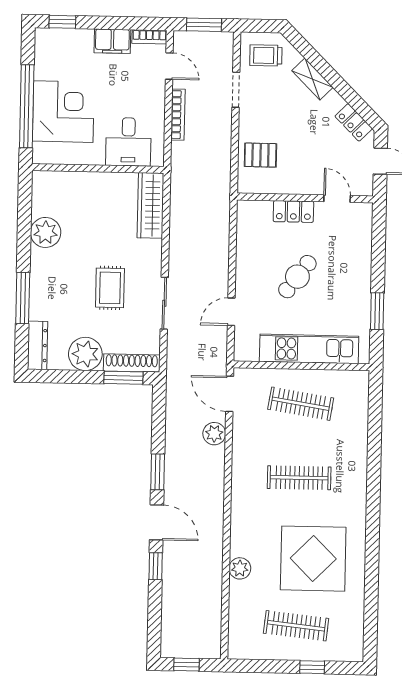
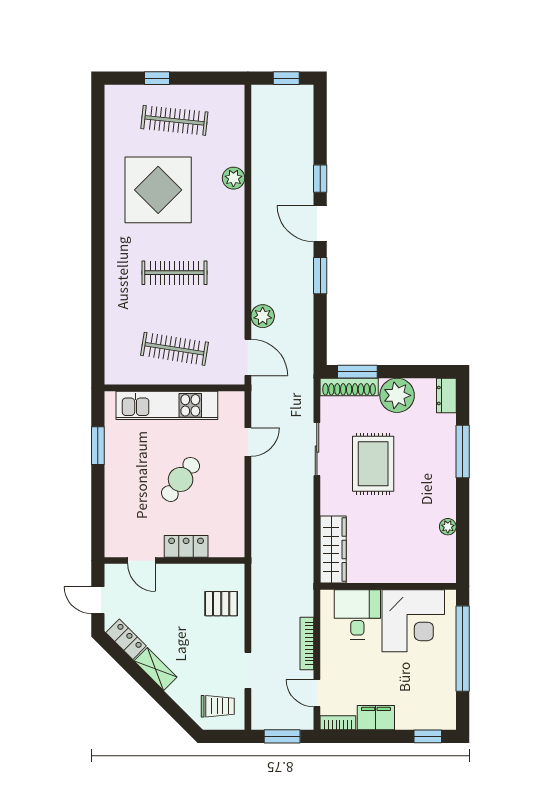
shelving: (312, 79) -> (156, 669), moved
corner desk: (63, 112) -> (413, 621), moved, turned -90
plant: (46, 232) -> (448, 527), width x0.53, depth x0.53
rug: (110, 288) -> (373, 464), width x1.36, depth x1.43
dresser: (38, 345) -> (446, 395), width x0.70

